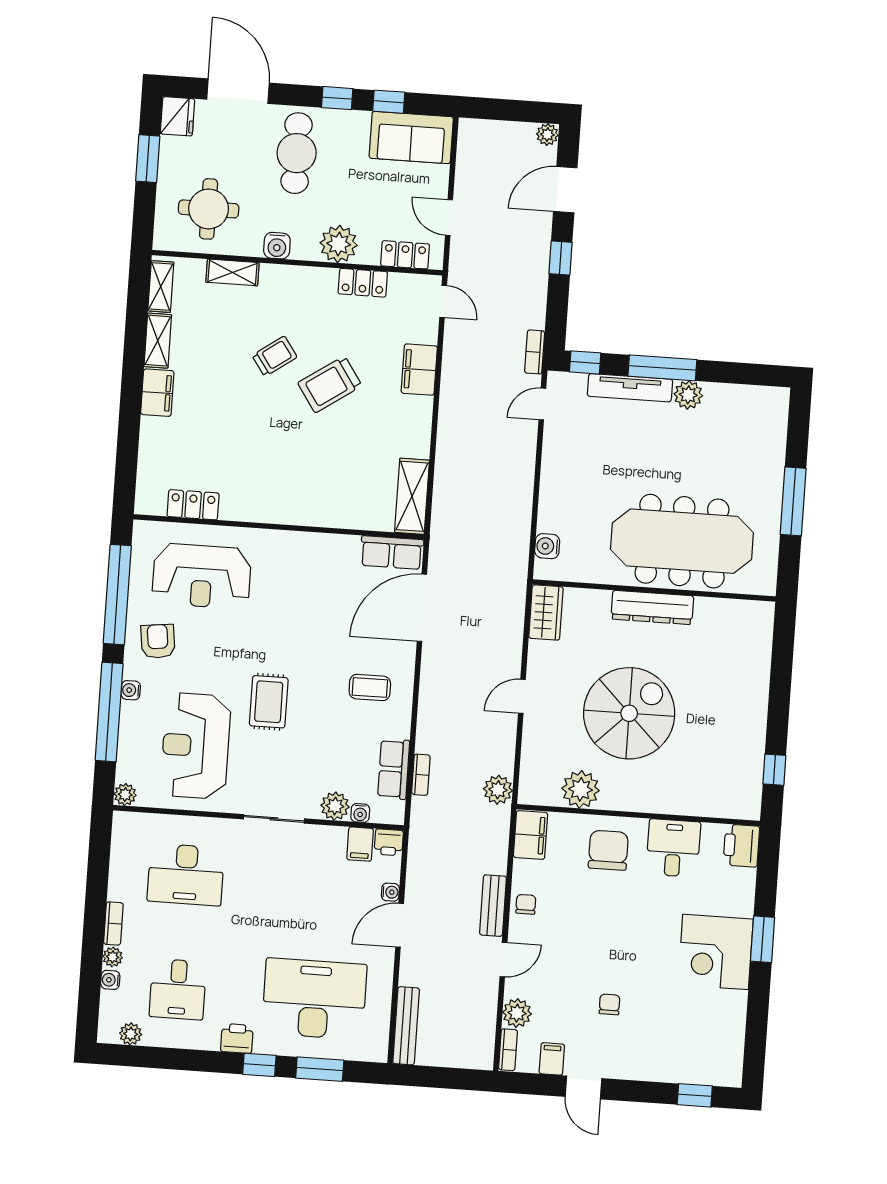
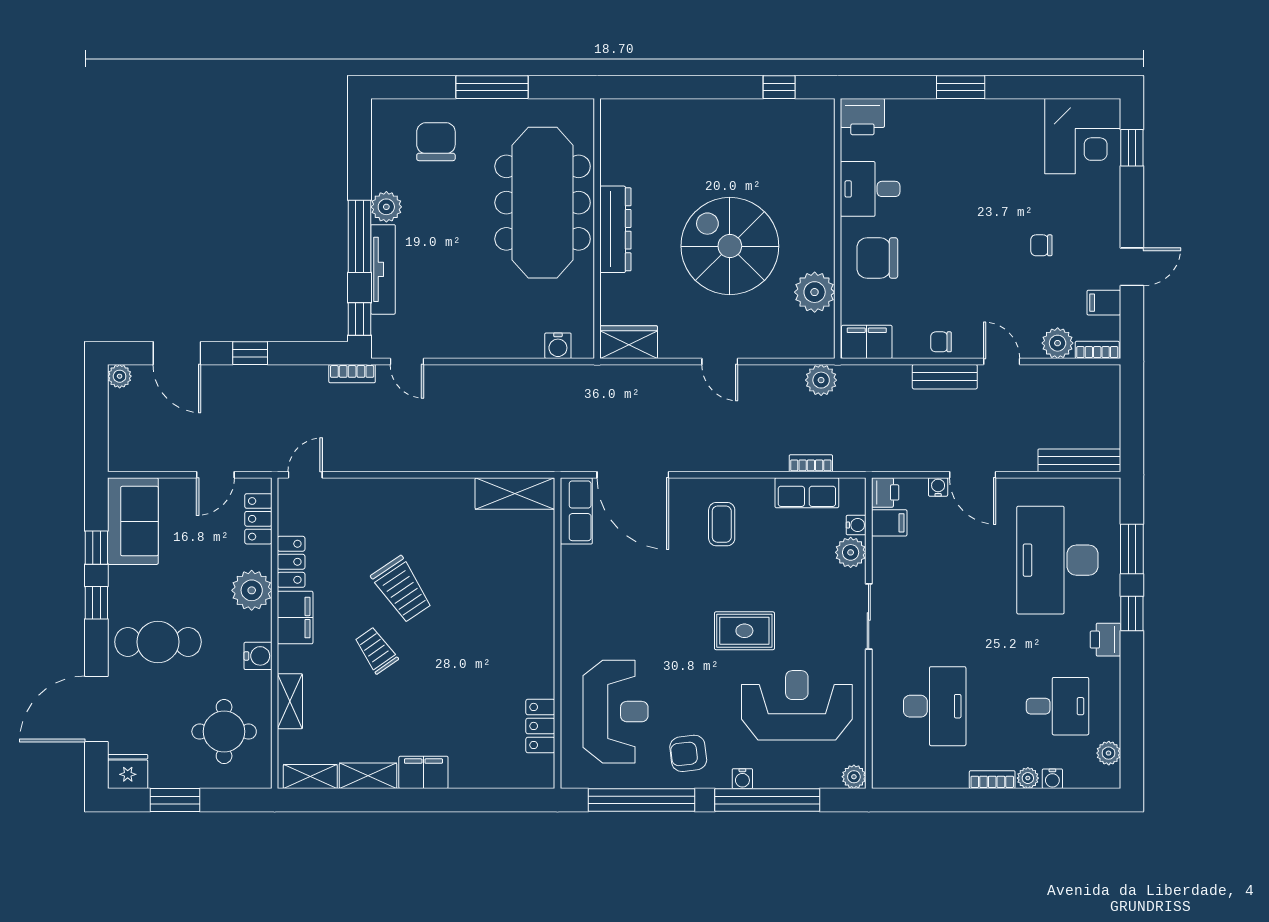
filing cabinet: (419, 370) -> (295, 618), moved, turned -90
chair: (746, 445) -> (436, 142), added
reception desk: (196, 746) -> (797, 705), turned 180
corner desk: (716, 952) -> (1083, 136), moved

